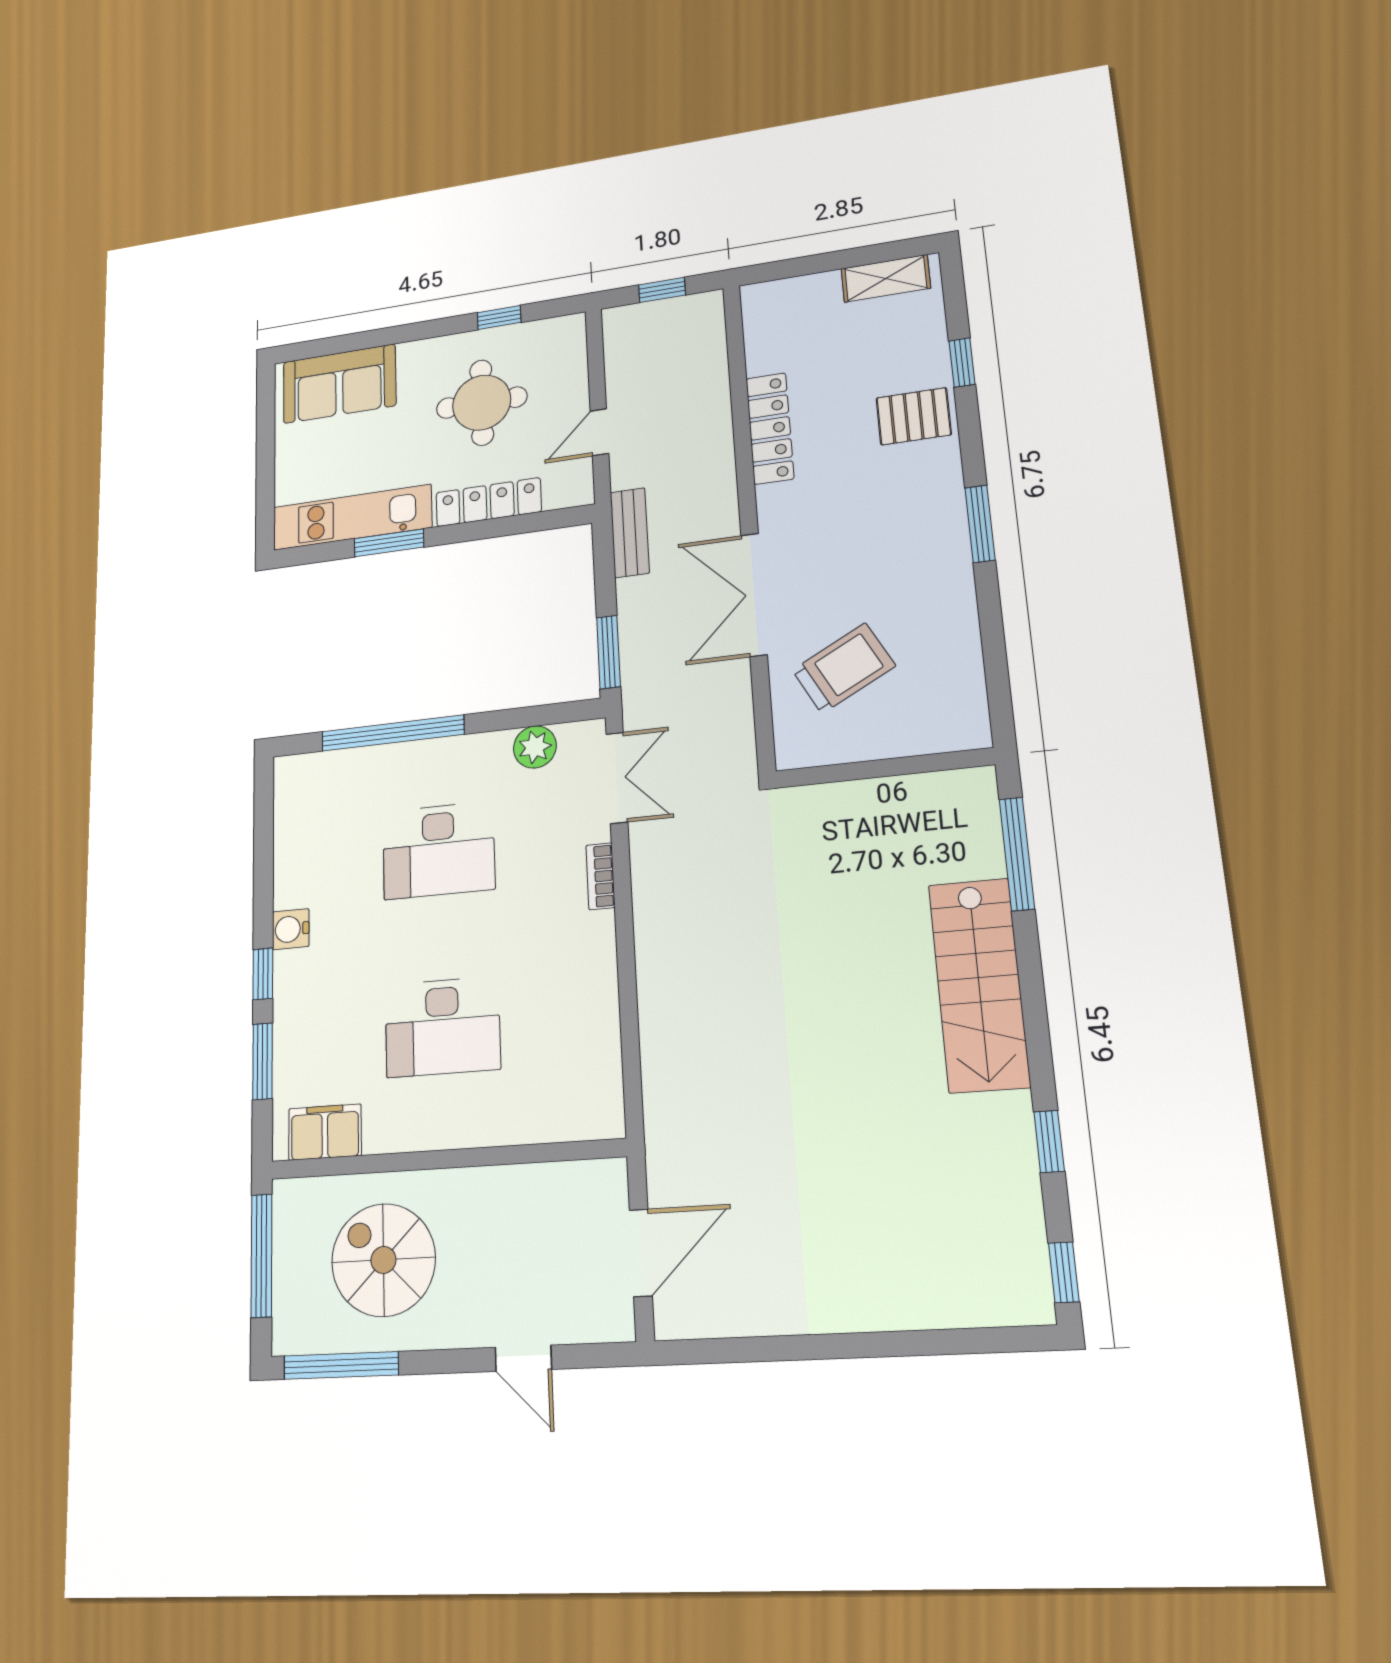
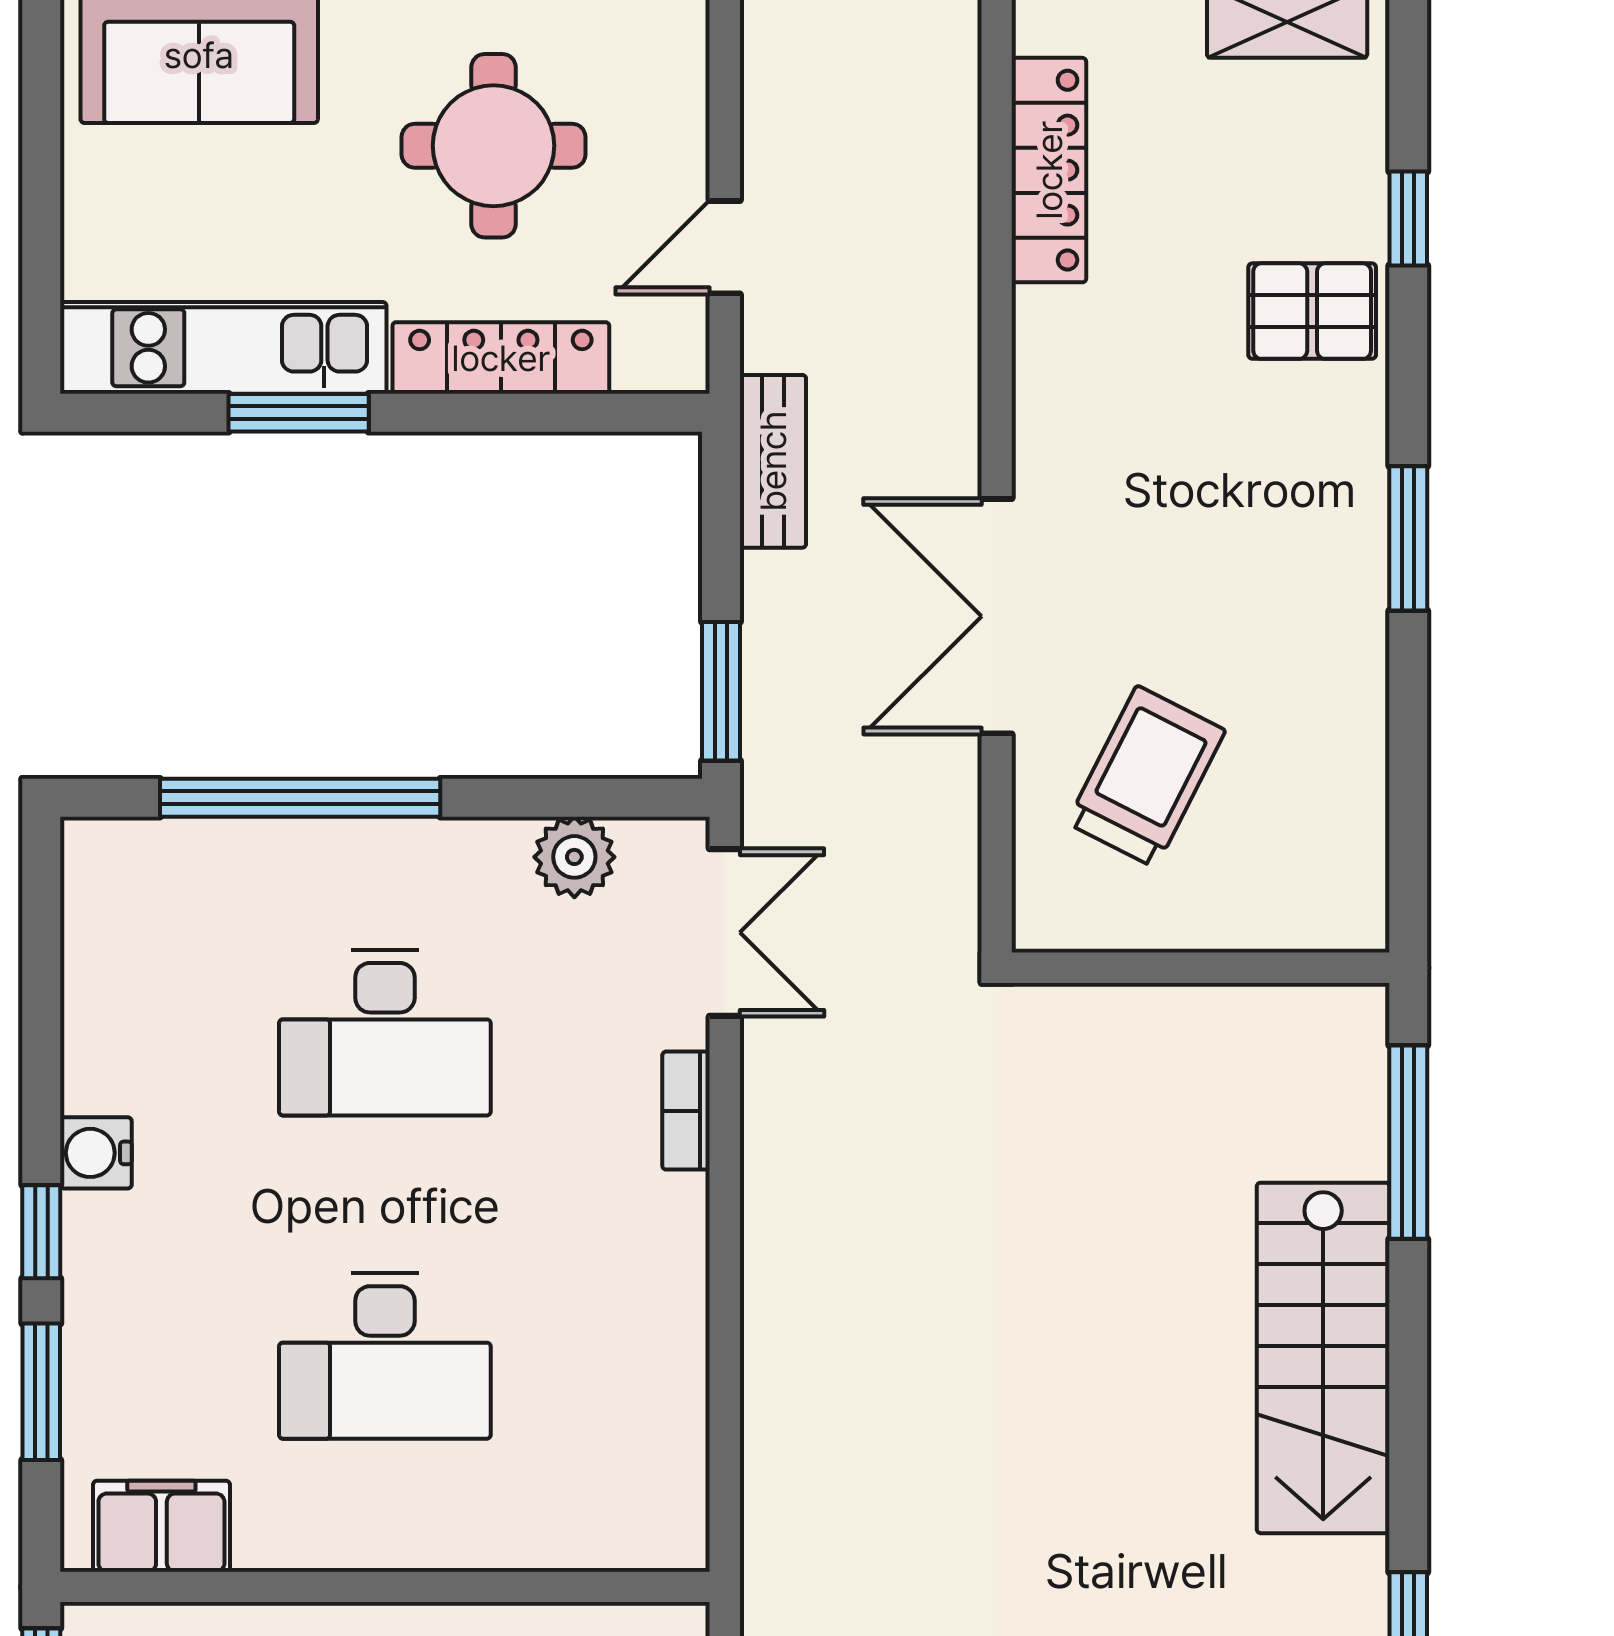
locker: (770, 428) -> (1049, 170), moved
trolley: (844, 668) -> (1146, 777), turned -35

